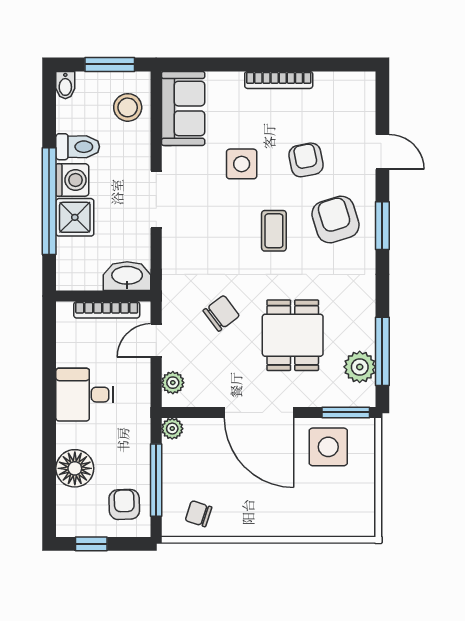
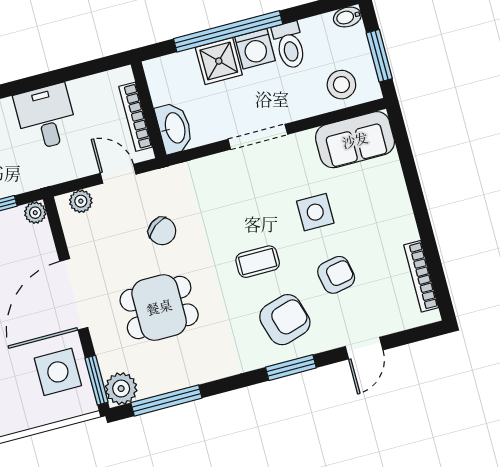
bookcase: (279, 80) -> (421, 276), moved
plant: (360, 367) -> (121, 389), moved

